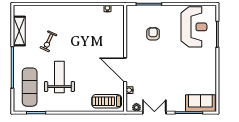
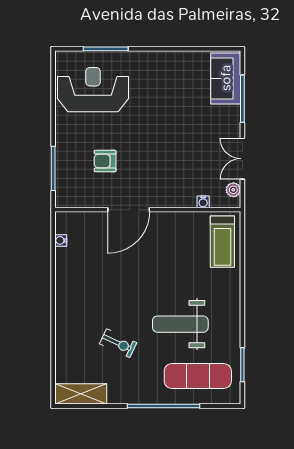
shelving: (19, 31) -> (81, 394), moved
door: (125, 70) -> (129, 210), moved

